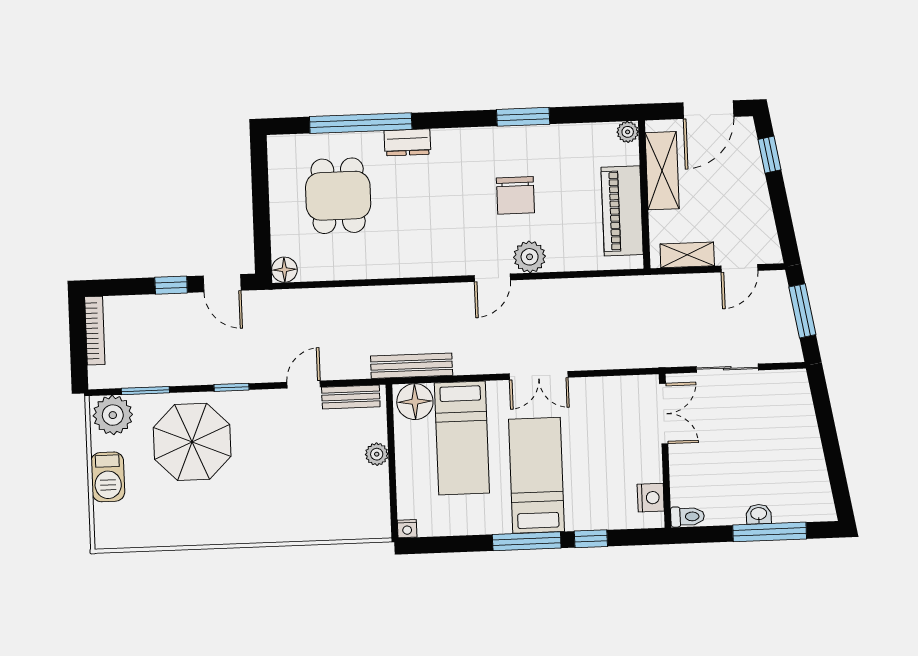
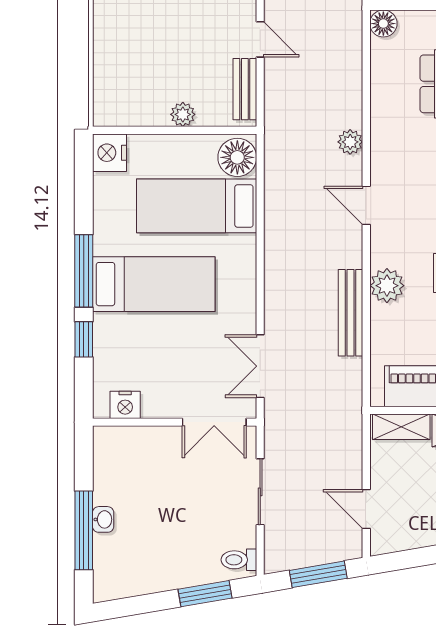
shelving: (687, 255) -> (401, 427), moved, turned 90
door: (492, 278) -> (366, 205), moved
plant: (396, 296) -> (350, 142), added
bench: (412, 366) -> (351, 313), moved
double door: (539, 375) -> (260, 366), moved
window: (824, 416) -> (205, 594), added
toilet: (688, 517) -> (239, 560), moved, turned 90
nightstand: (407, 529) -> (110, 153), width x1.89, depth x1.79

